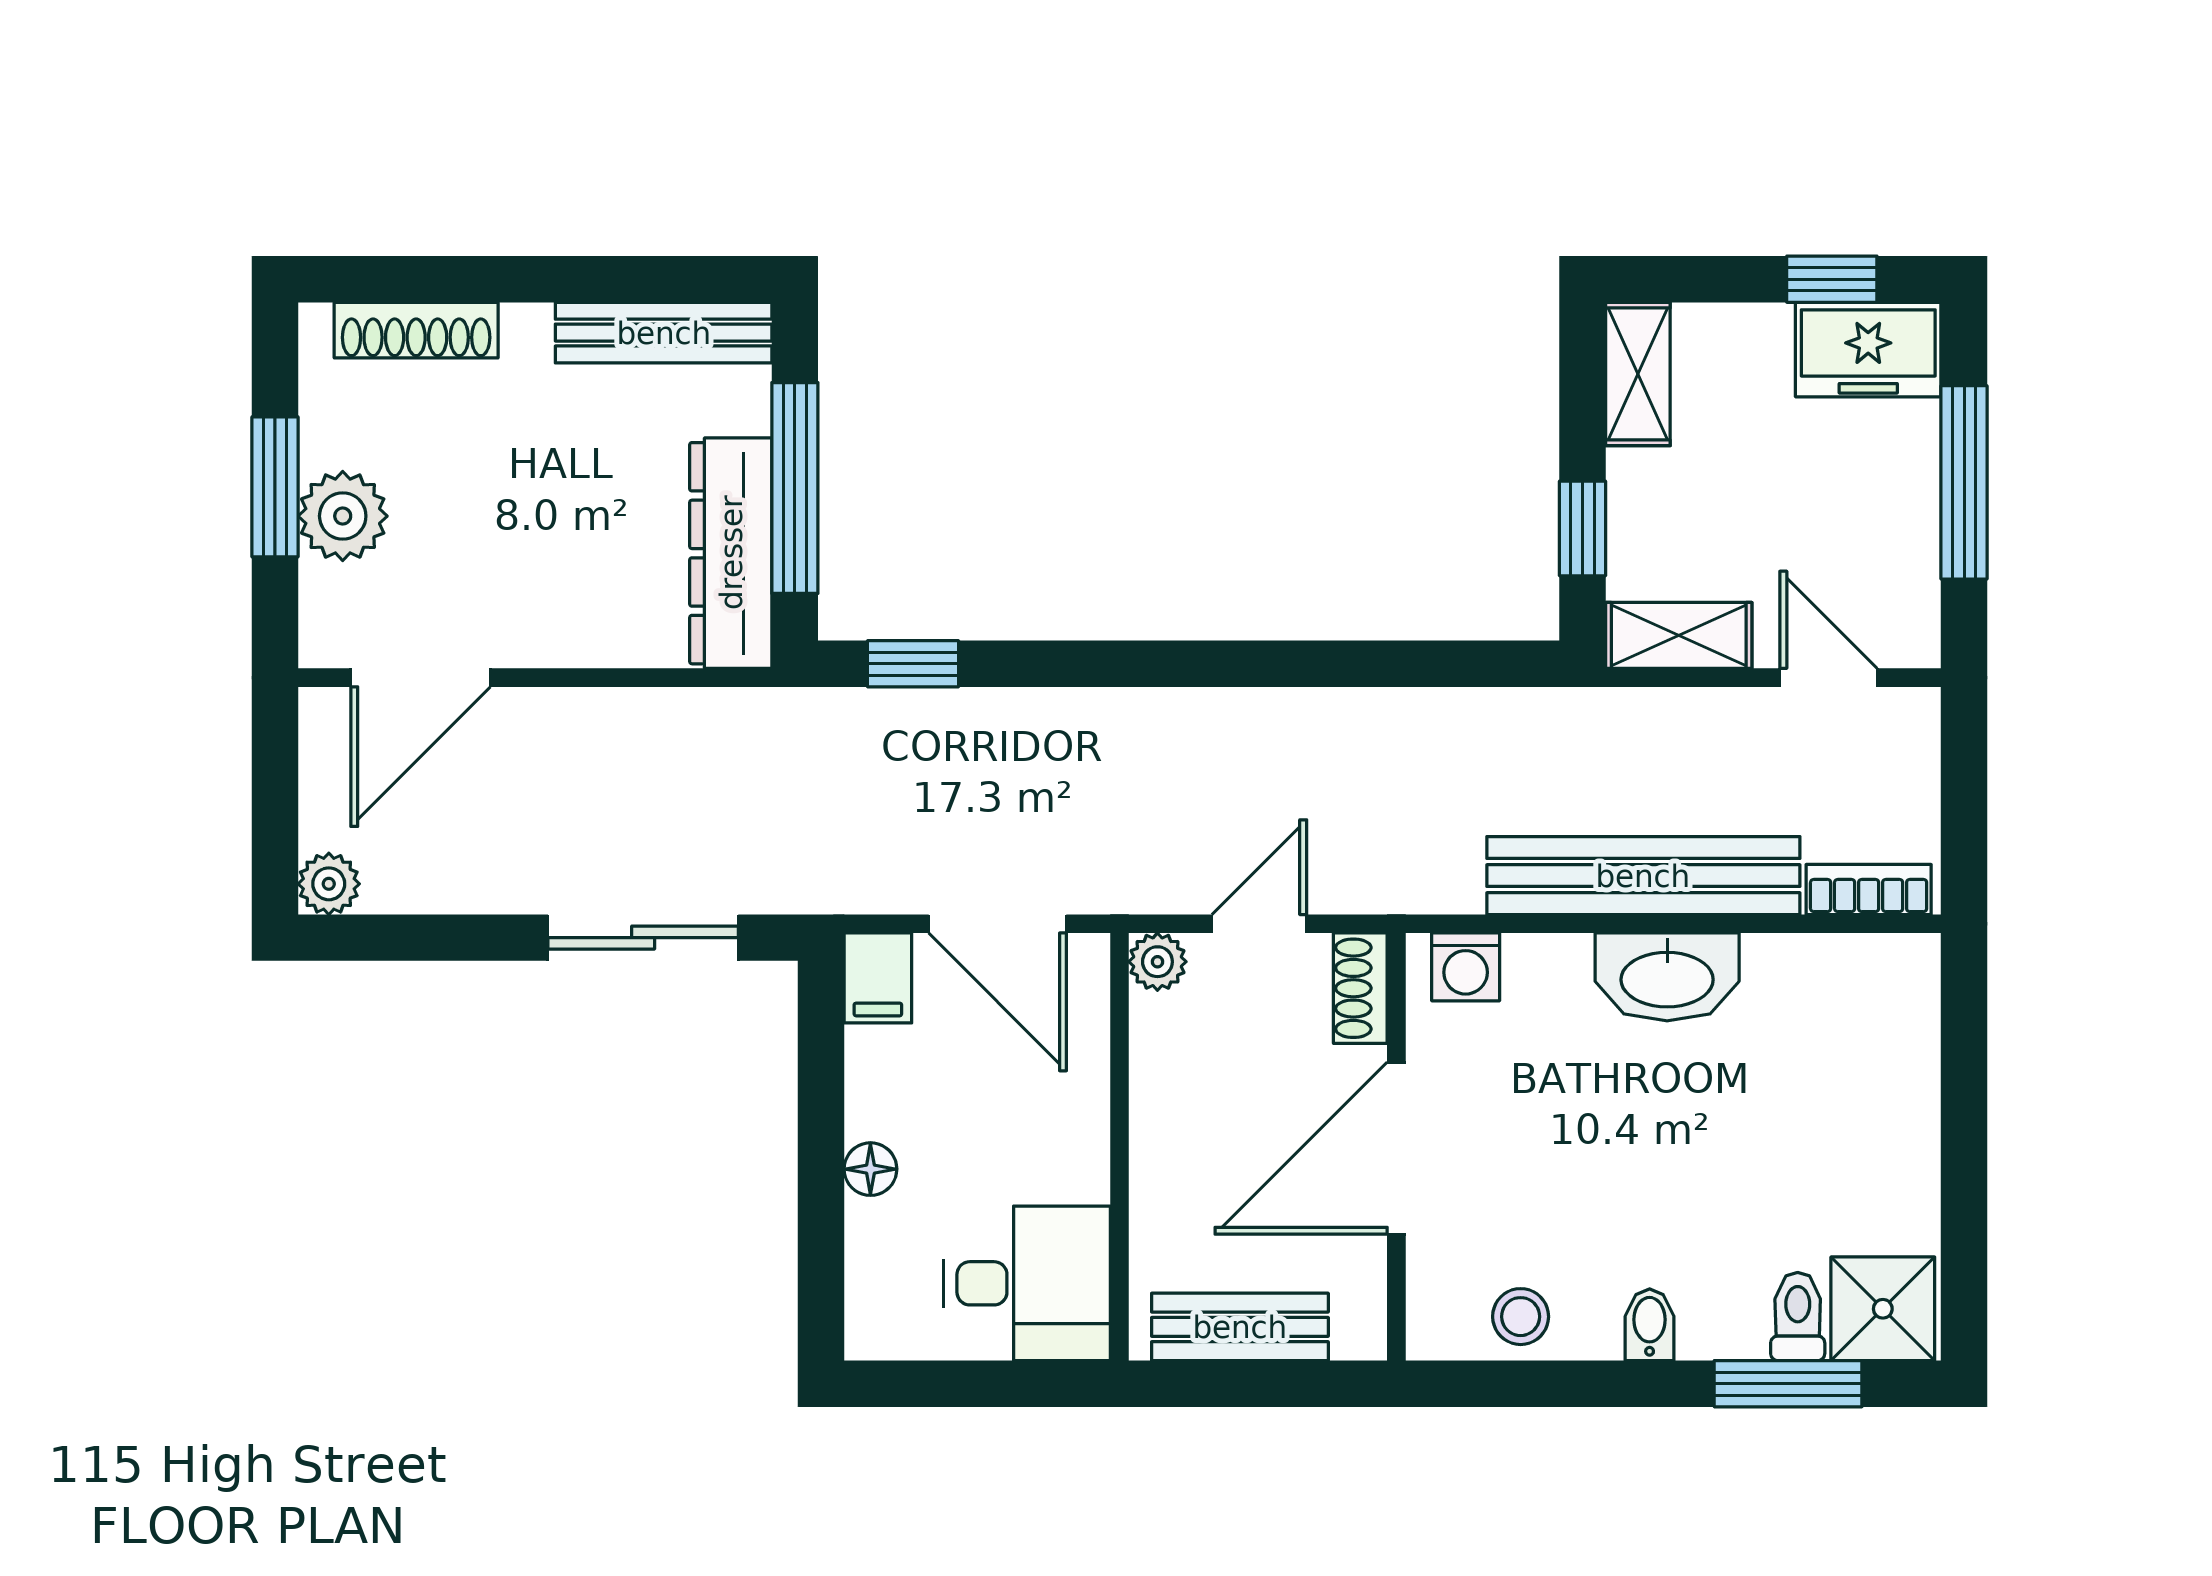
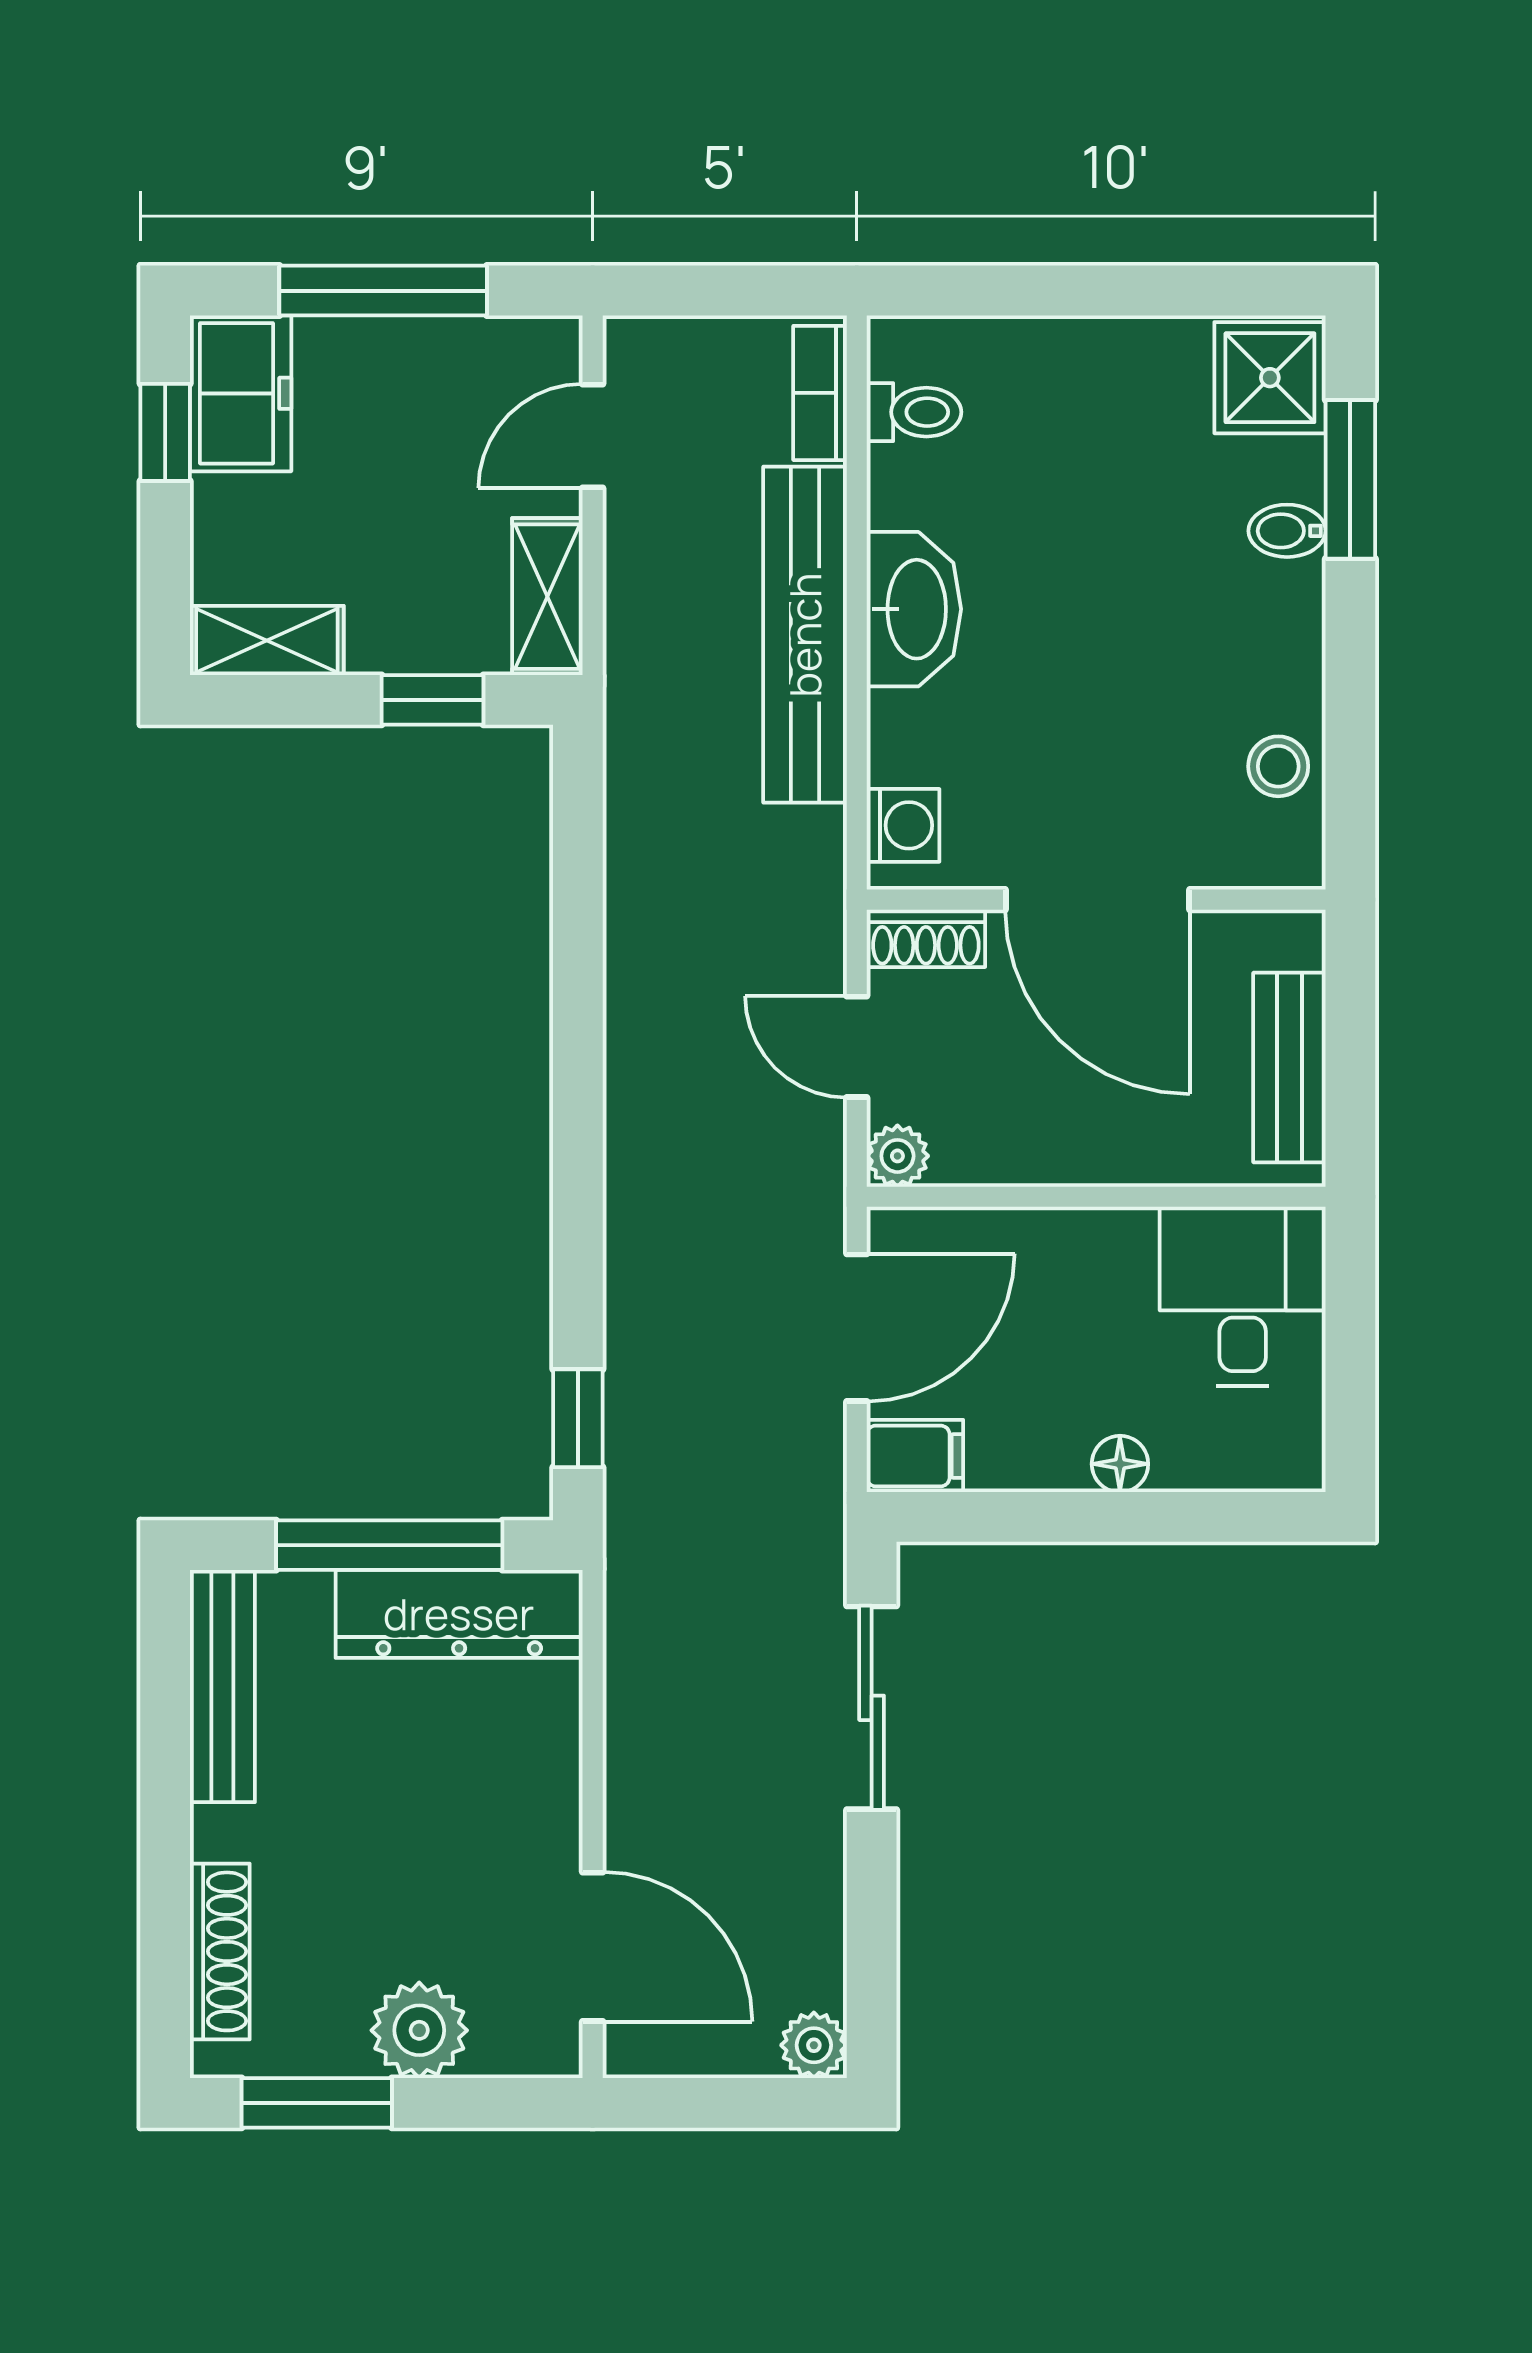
window: (275, 487) -> (317, 2103), moved
toilet: (1798, 1317) -> (914, 412), moved, turned 180
bidet: (1650, 1325) -> (1287, 531), moved

